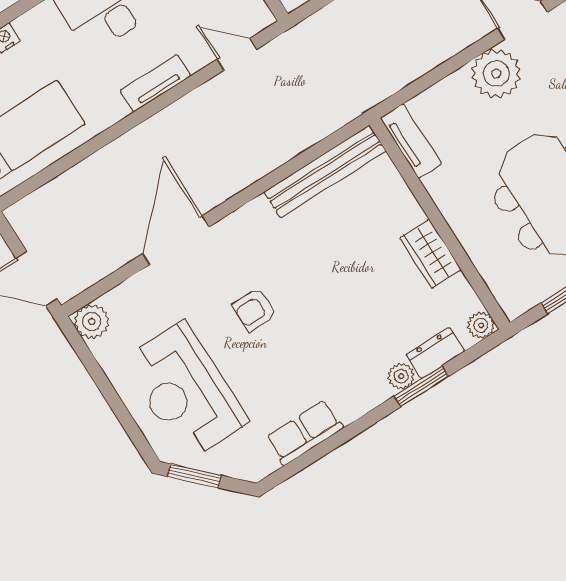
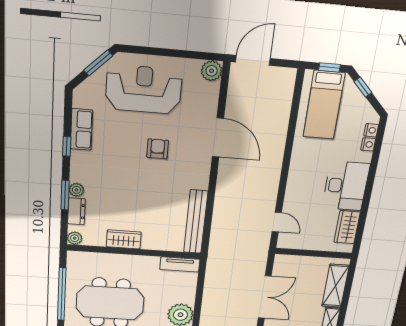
nightstand: (27, 24) -> (368, 144), added
door: (237, 54) -> (277, 222), hinge flipped
tv unit: (155, 83) -> (294, 180), removed
window: (345, 435) -> (67, 146), added

